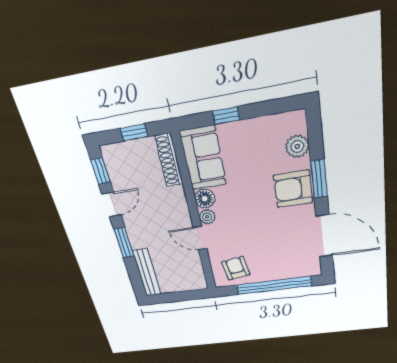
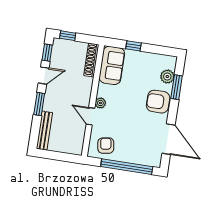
window: (134, 132) -> (68, 36), moved
window: (319, 179) -> (177, 87), moved
floor lamp: (205, 199) -> (103, 91), removed

